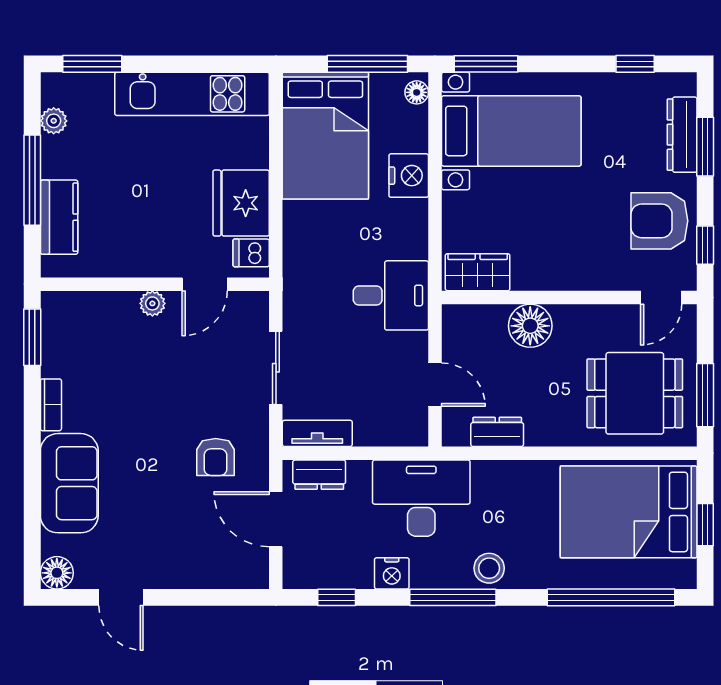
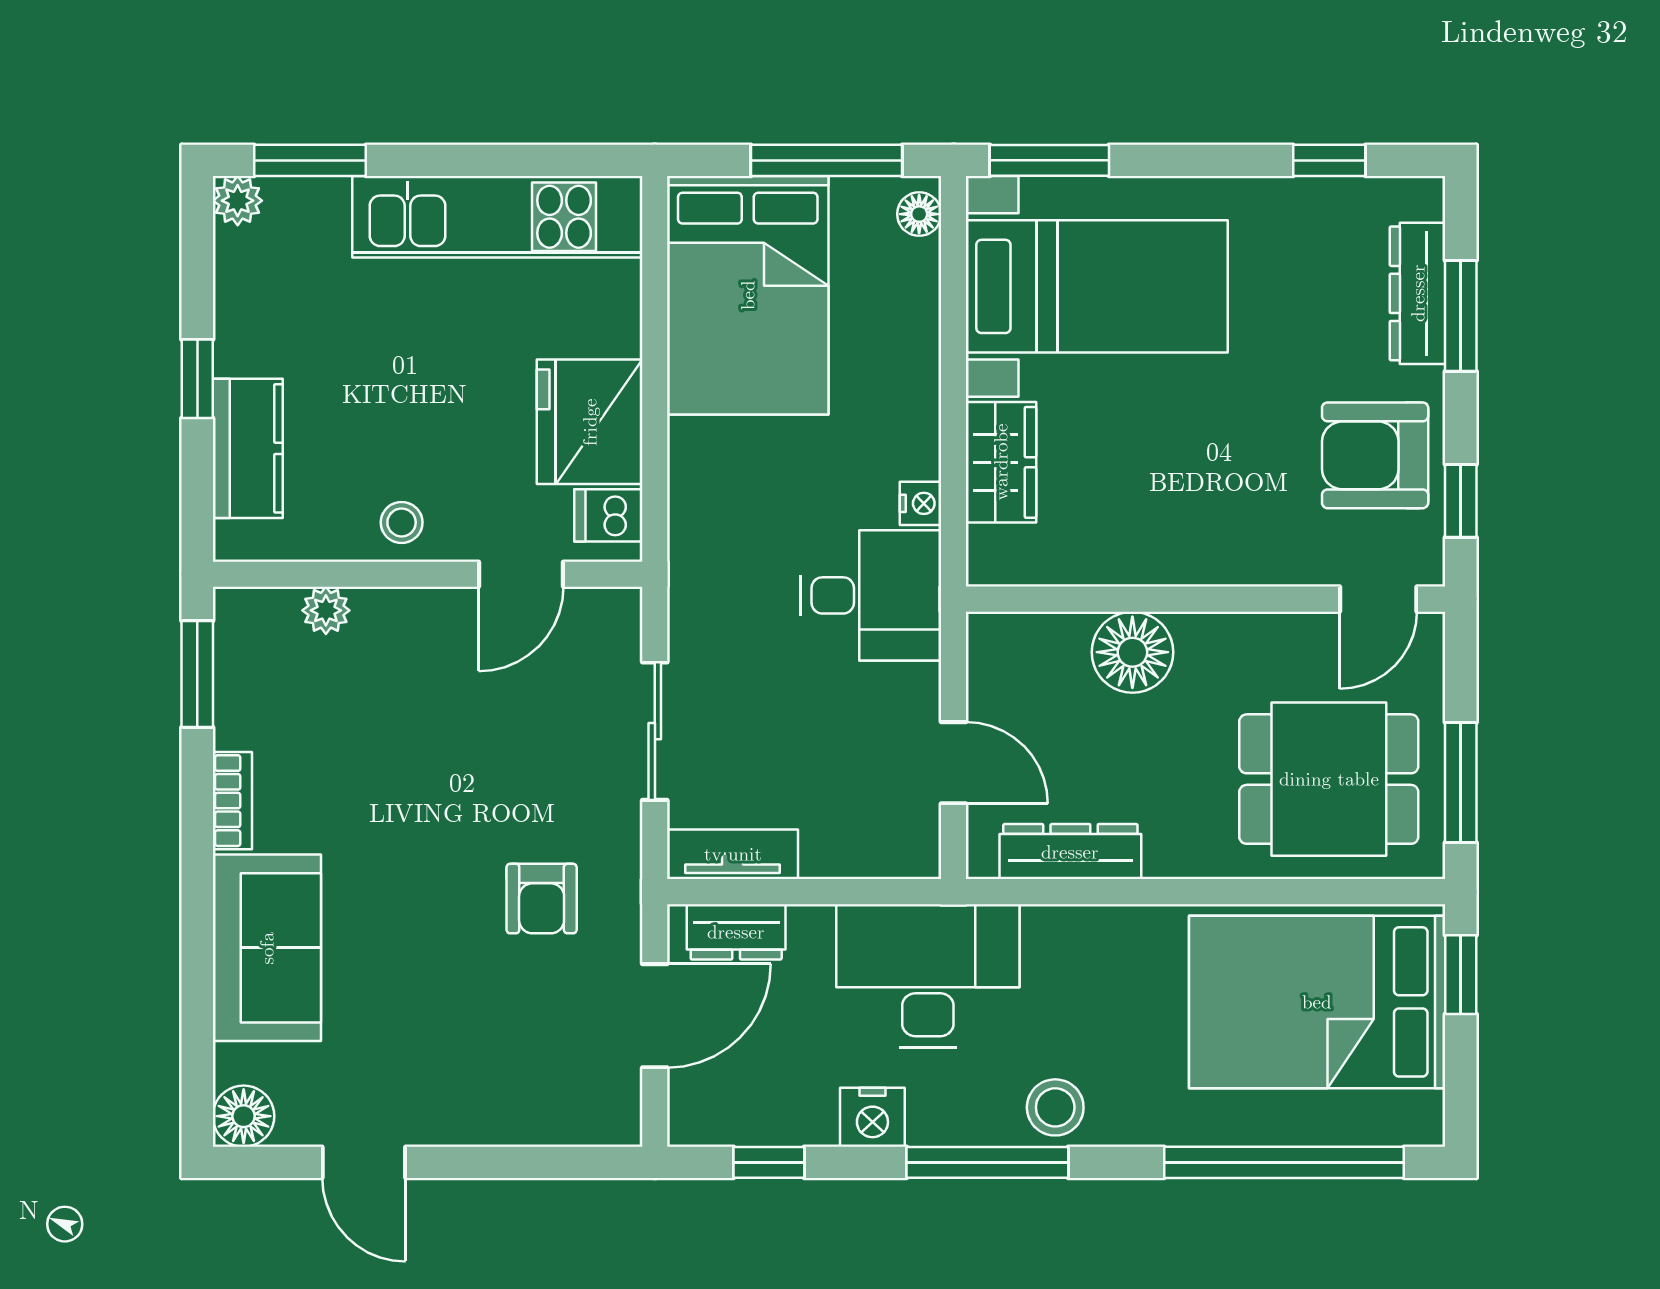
plant: (54, 121) -> (238, 201), moved
nightstand: (409, 176) -> (920, 503), moved, width x0.53, depth x0.56
window: (32, 180) -> (197, 379), width x0.46
stool: (141, 257) -> (402, 522), added
wardrobe: (478, 272) -> (1001, 462), moved, turned 90
plant: (152, 303) -> (326, 610), moved
dresser: (497, 432) -> (1070, 852), width x1.44
door: (276, 519) -> (655, 1016), swing flipped
window: (705, 525) -> (1461, 975), moved

